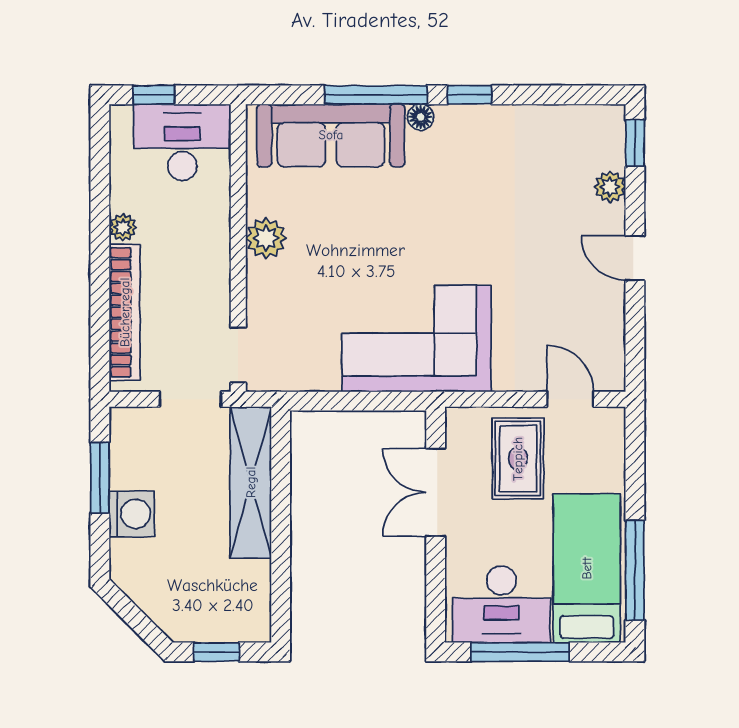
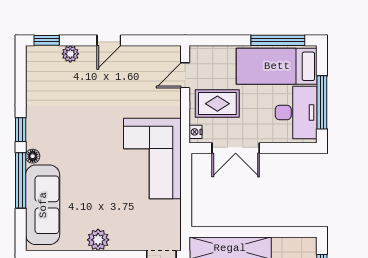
nightstand: (465, 418) -> (196, 132), added

